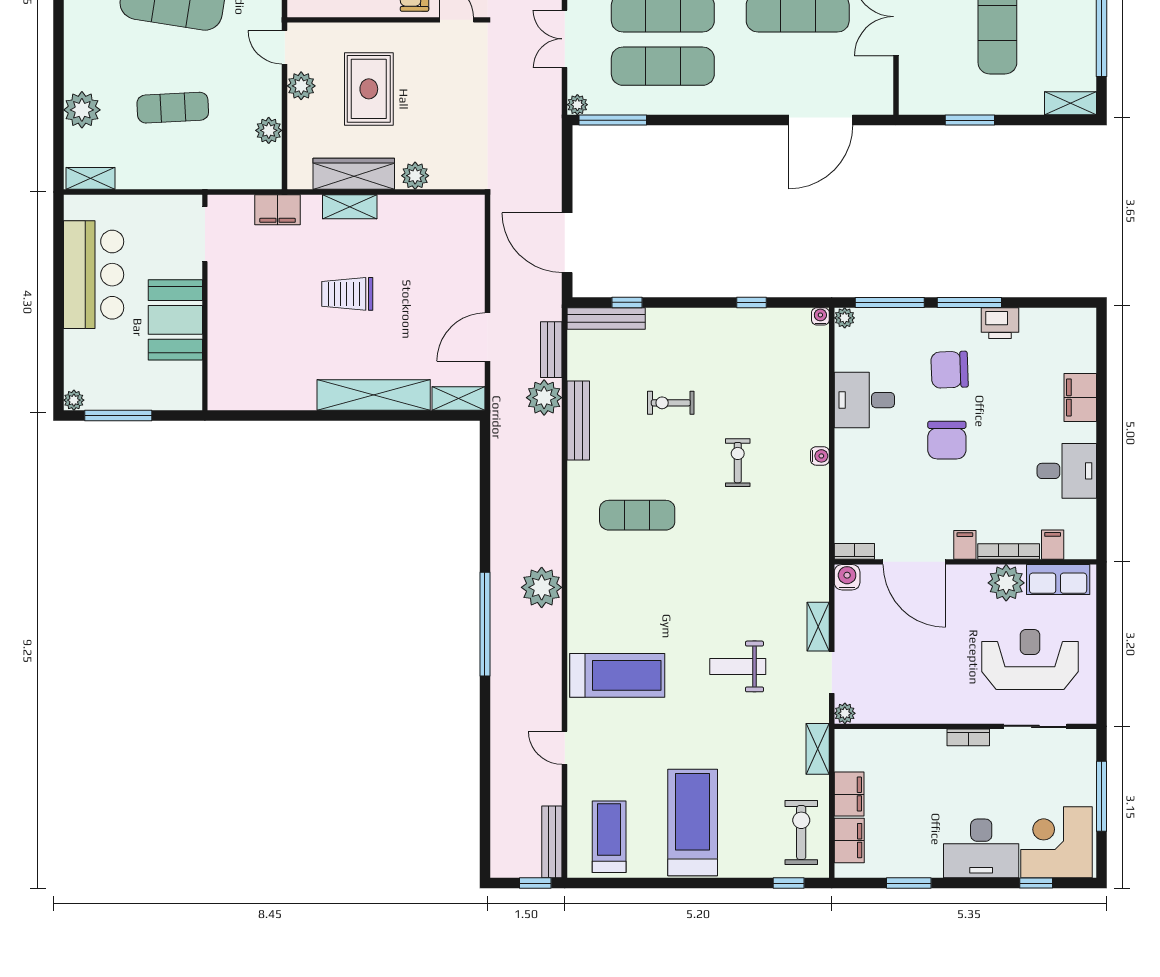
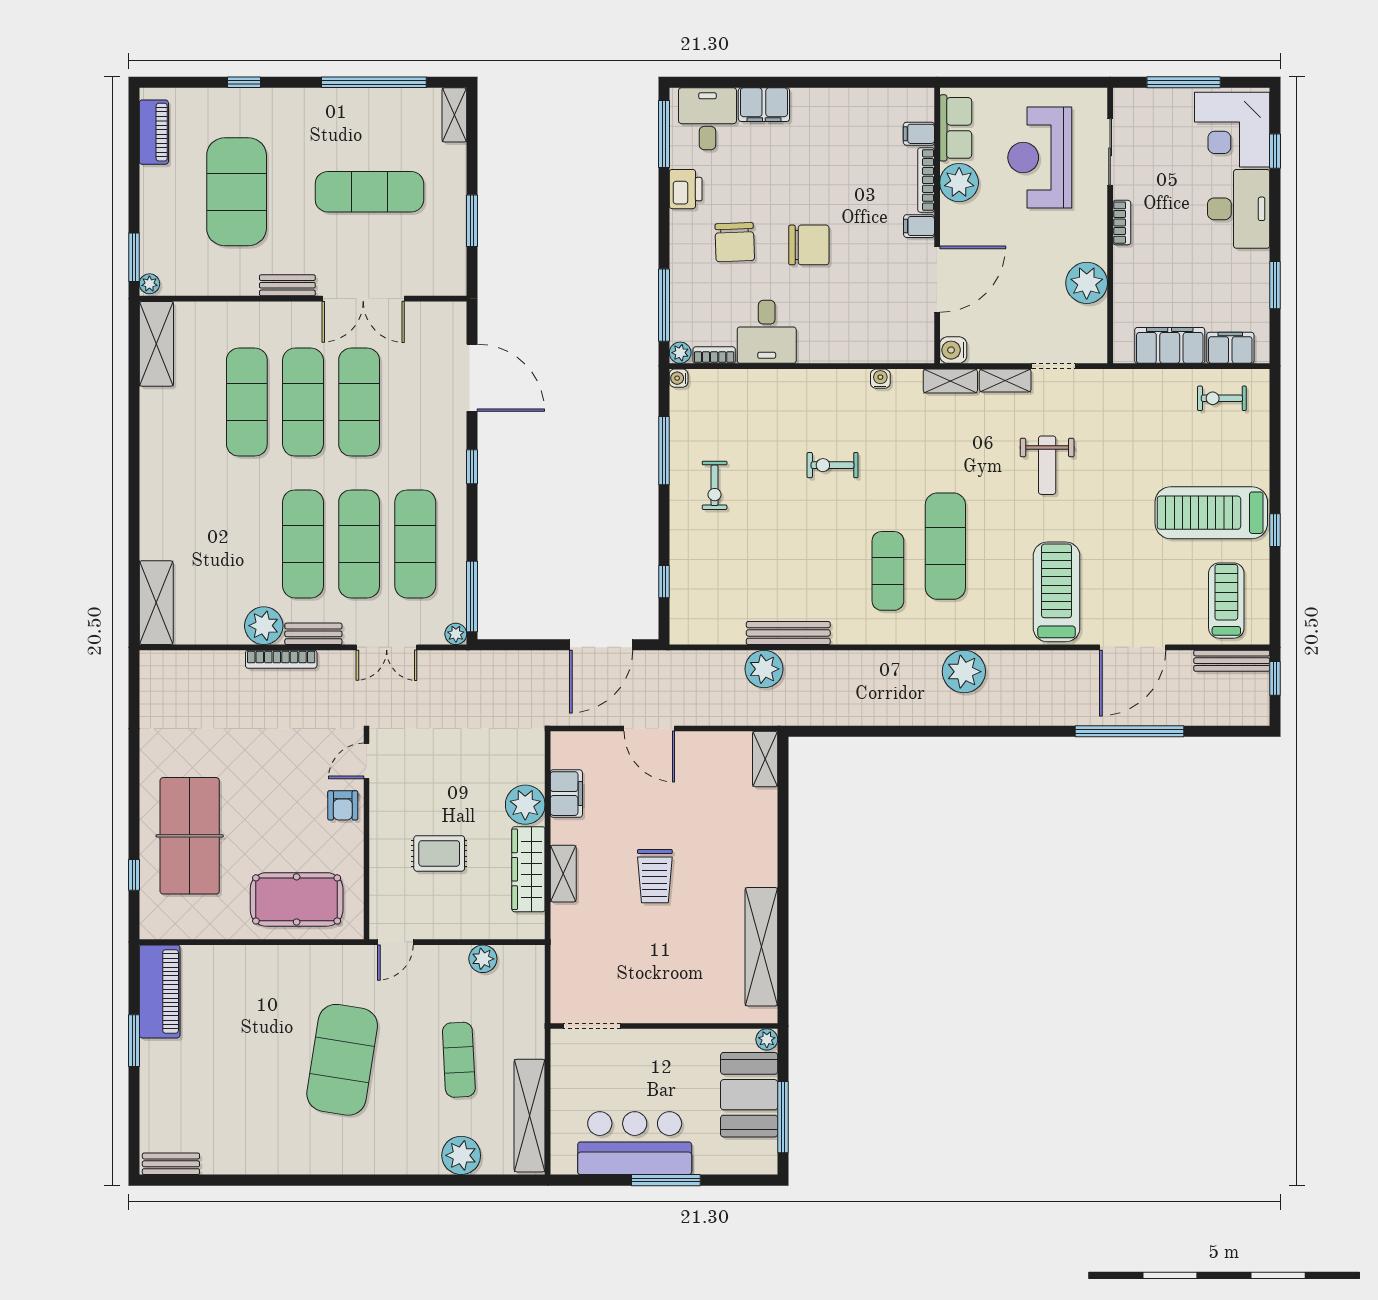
plant: (301, 86) -> (436, 925), removed
rug: (369, 89) -> (439, 853), width x0.73, depth x0.70
window: (736, 120) -> (472, 467), added
plant: (415, 176) -> (525, 805), width x1.36, depth x1.36
shelving: (91, 178) -> (530, 1116), width x2.20, depth x1.33
filing cabinet: (278, 210) -> (566, 794), moved
window: (752, 302) -> (664, 451), width x2.17
window: (969, 302) -> (664, 134), moved
window: (58, 304) -> (666, 1180), added
bench: (606, 319) -> (681, 604), removed
booth: (175, 320) -> (749, 1095), moved, turned 90
door: (487, 337) -> (649, 729), moved
bench: (551, 350) -> (714, 661), removed
shelving: (374, 395) -> (761, 947), moved
plant: (74, 400) -> (767, 1039), moved
exercise bike: (671, 403) -> (715, 485), moved
water cooler: (820, 456) -> (880, 379), moved
desk: (1067, 471) -> (707, 119), moved
bookcase: (854, 551) -> (714, 355), moved, turned 90
exercise mat: (661, 570) -> (945, 546), added
window: (485, 624) -> (1129, 731), moved
plant: (845, 713) -> (1087, 283), moved, width x1.88, depth x1.88
door: (565, 748) -> (1133, 647), width x1.88
shelving: (818, 749) -> (950, 381), moved
filing cabinet: (849, 794) -> (1170, 345), width x1.50, depth x1.17
exercise bike: (801, 833) -> (1222, 398), width x0.73, depth x0.72
treadmill: (609, 837) -> (1226, 601), turned 90
window: (789, 883) -> (1275, 530), moved

